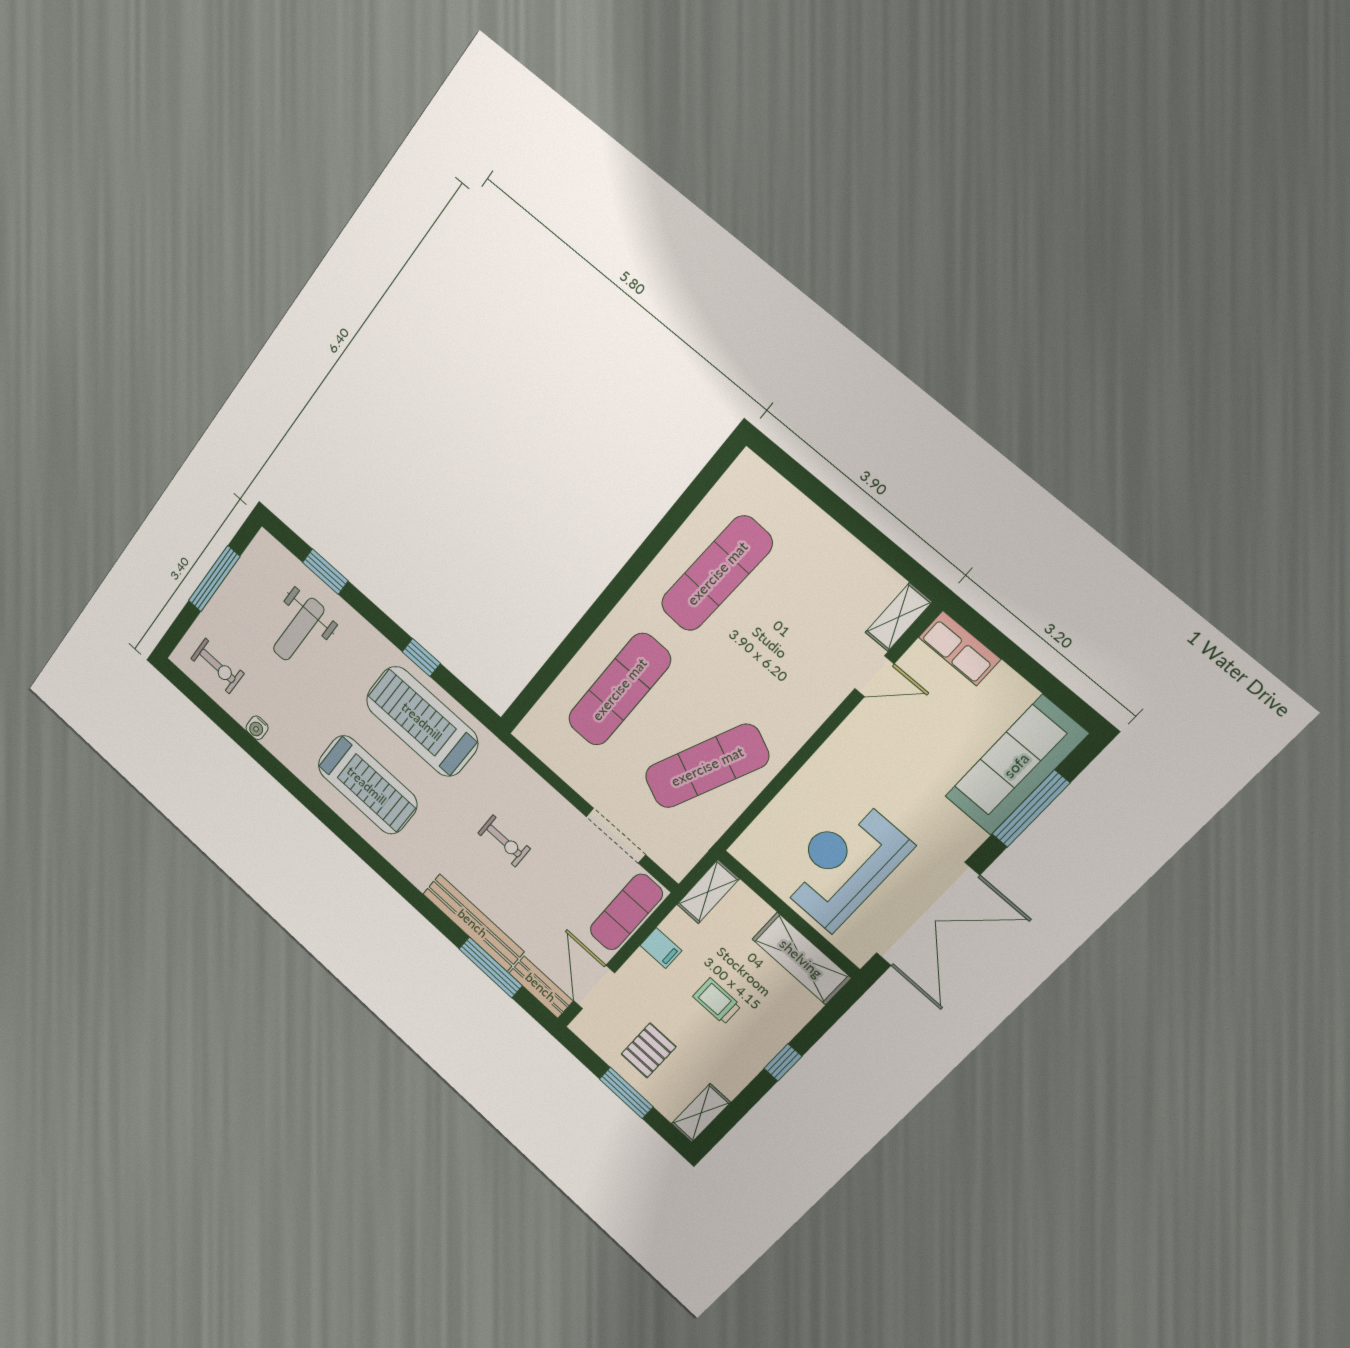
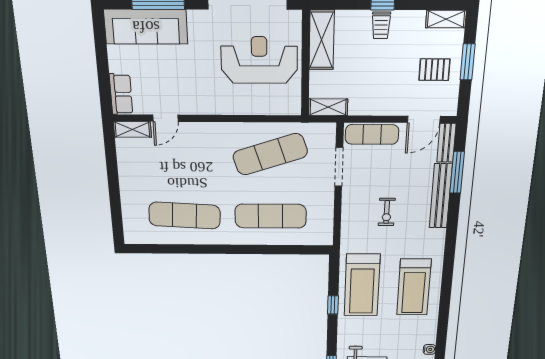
door: (874, 676) -> (165, 118), swing flipped
exercise mat: (707, 766) -> (270, 154), turned -42
treadmill: (367, 785) -> (414, 287), turned 180
exercise bike: (504, 841) -> (387, 212), turned 180
reception desk: (843, 864) -> (259, 60), turned 180
filing cabinet: (661, 948) -> (376, 106), removed
trolley: (717, 1001) -> (381, 25), moved

